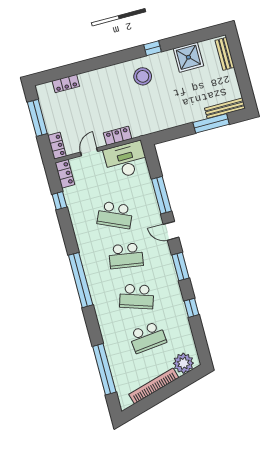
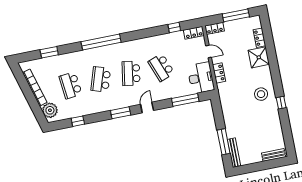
shower: (188, 57) -> (259, 57), moved
window: (162, 195) -> (185, 100), moved
school desk: (115, 215) -> (161, 67), turned -45
window: (81, 280) -> (101, 42), moved
window: (191, 308) -> (78, 121), moved
window: (104, 369) -> (49, 52), width x0.47

